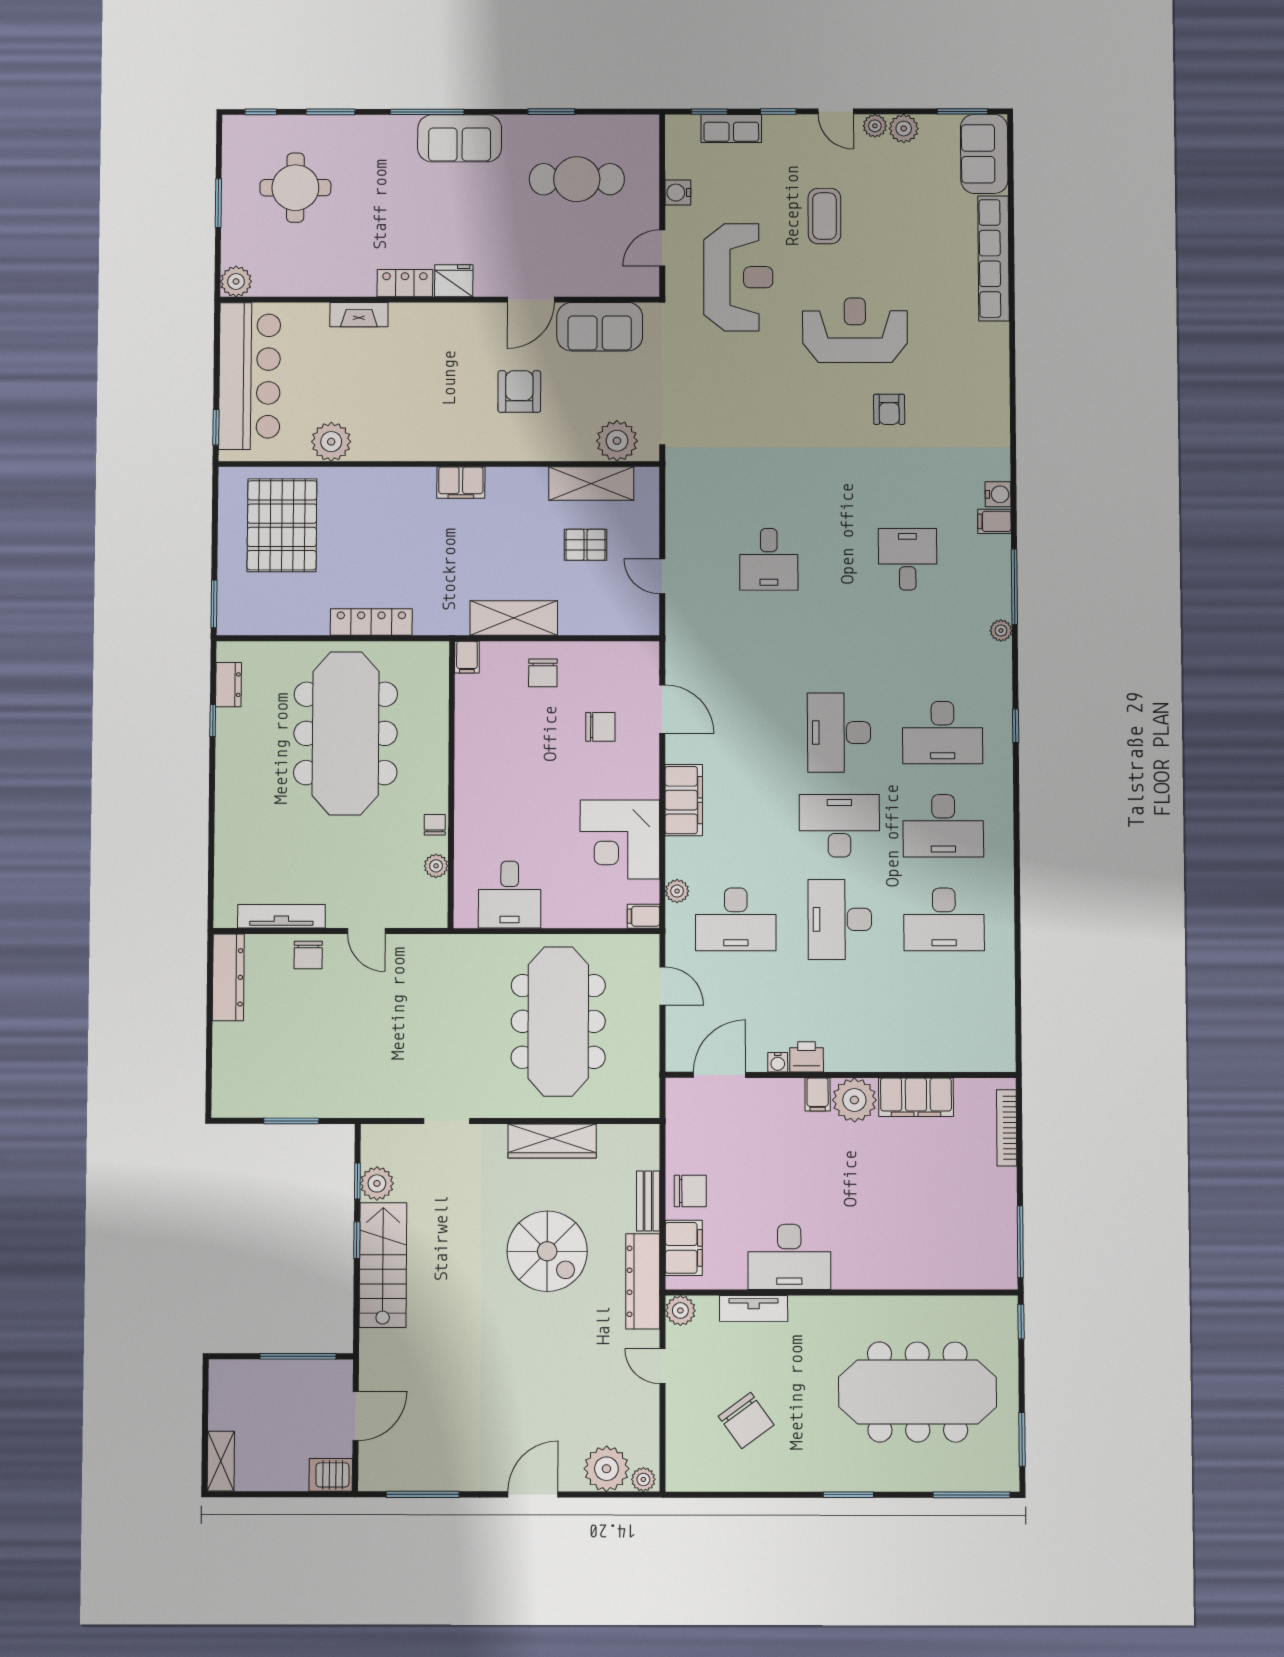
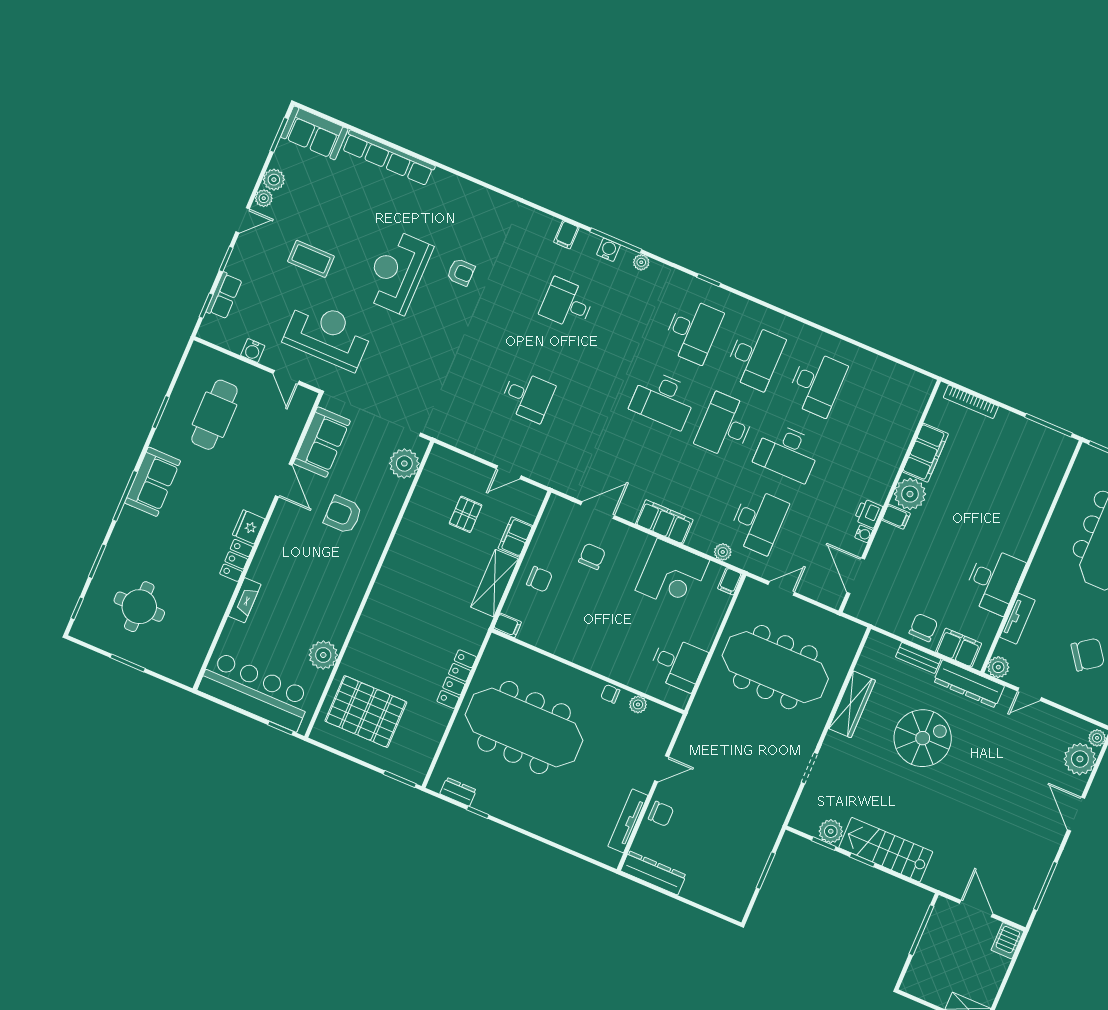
plant: (236, 281) -> (187, 673), removed
filing cabinet: (461, 483) -> (515, 537), moved, turned 180
shelving: (591, 484) -> (426, 493), removed
water cooler: (998, 494) -> (608, 250), moved

